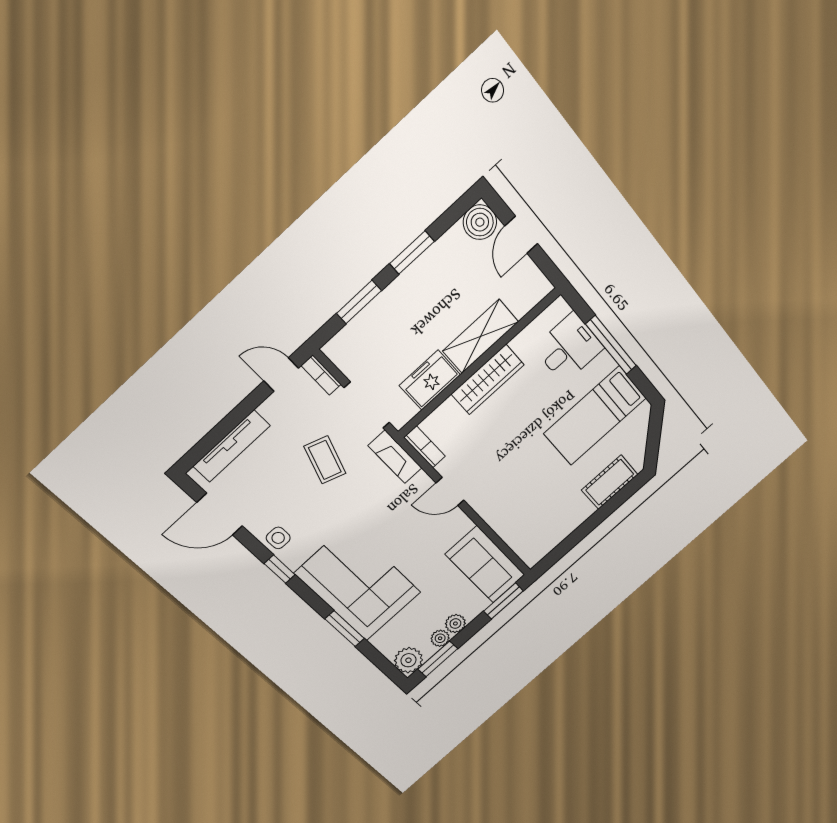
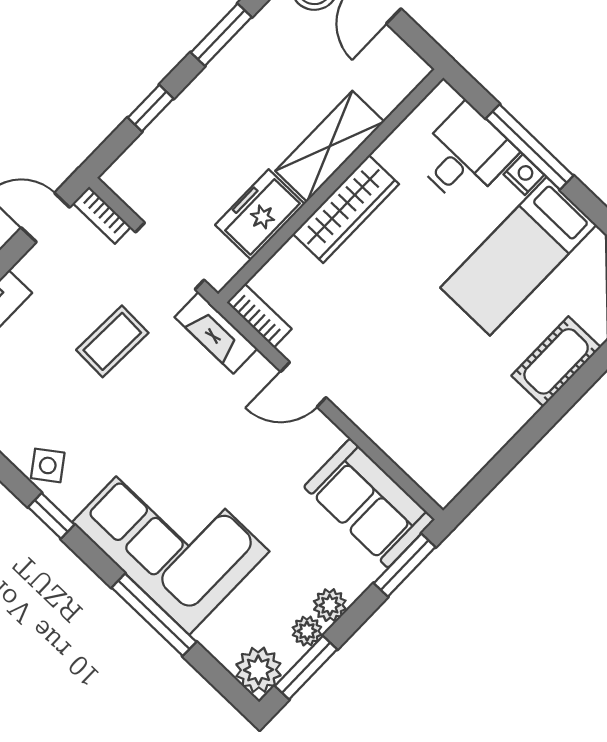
window: (359, 302) -> (151, 108), width x0.67
nightstand: (605, 363) -> (524, 175), added
coffee table: (325, 460) -> (112, 341), turned 73
side table: (278, 538) -> (48, 465), turned -36
window: (345, 629) -> (154, 615), width x1.44

